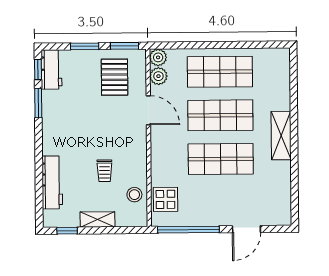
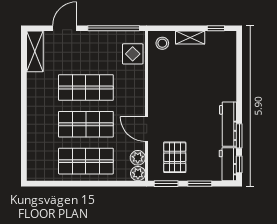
shelving: (281, 136) -> (35, 51), moved
trolley: (104, 171) -> (184, 78), removed
workbench: (52, 182) -> (228, 124), moved
stool: (134, 195) -> (162, 43), moved

